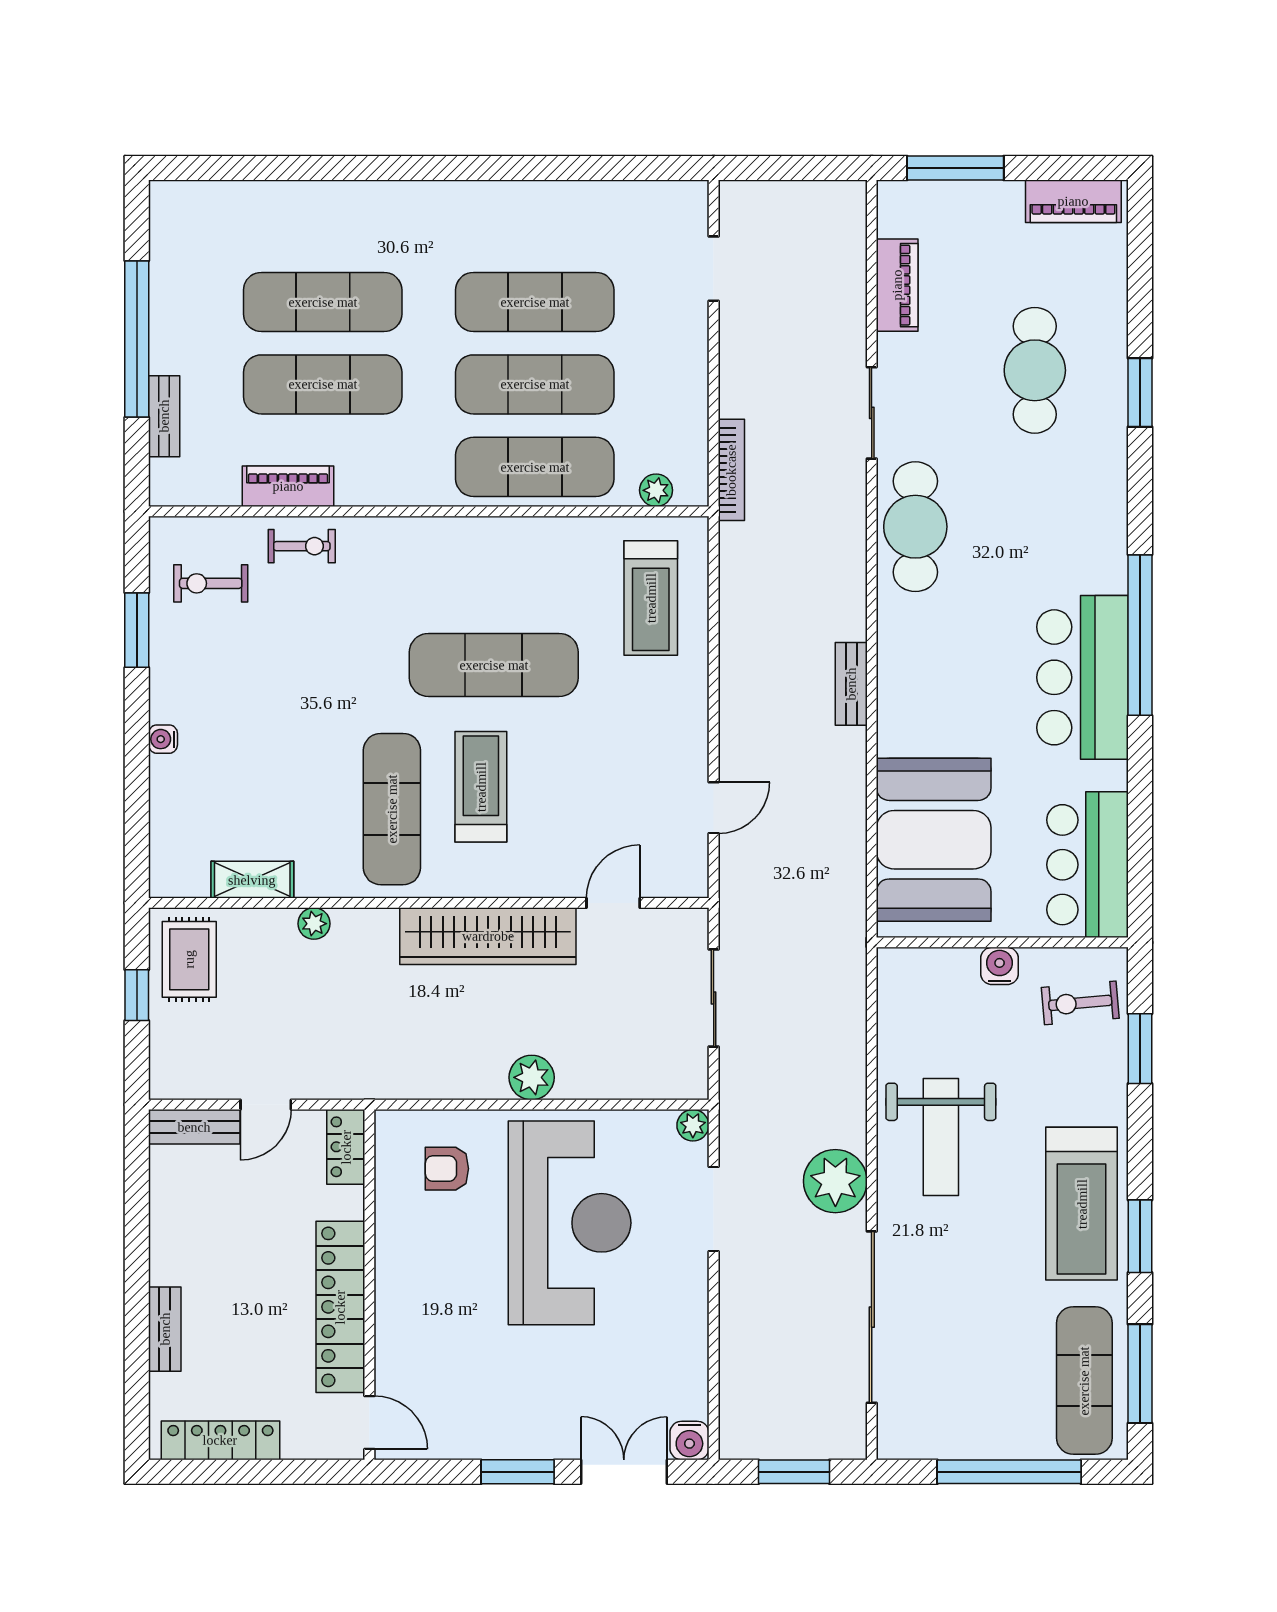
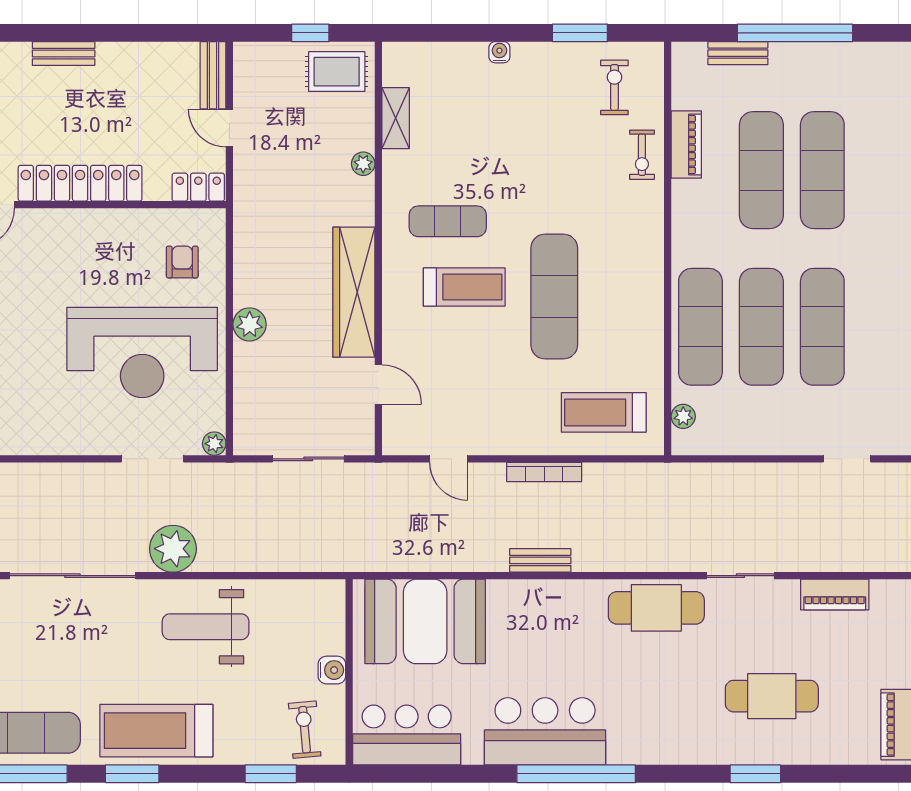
bookcase: (731, 470) -> (544, 472), moved
exercise mat: (392, 809) -> (448, 221), width x0.73, depth x0.69

